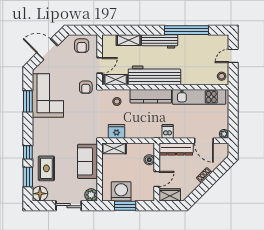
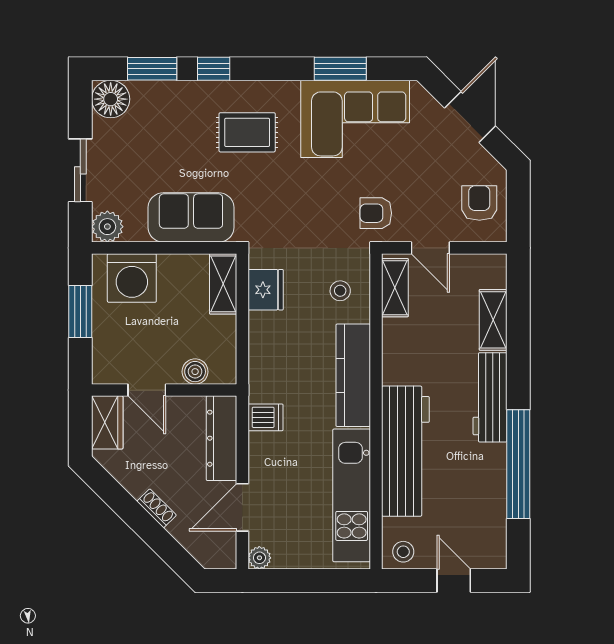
armchair: (82, 46) -> (479, 203), turned 90
workbench: (154, 75) -> (405, 451), moved
rug: (46, 168) -> (247, 132), moved
washing machine: (121, 191) -> (132, 278), moved, turned 90

